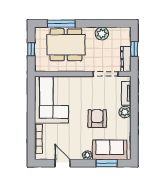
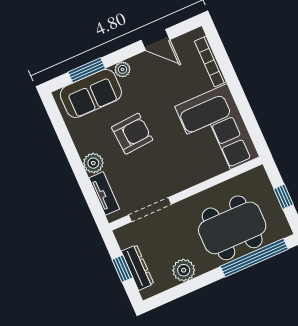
window: (61, 24) -> (254, 258), width x1.46
dresser: (126, 59) -> (138, 267), moved
armchair: (97, 119) -> (132, 134), turned -94

